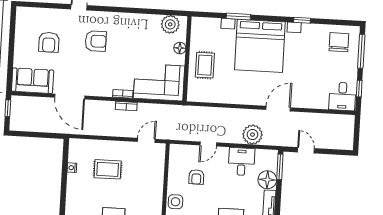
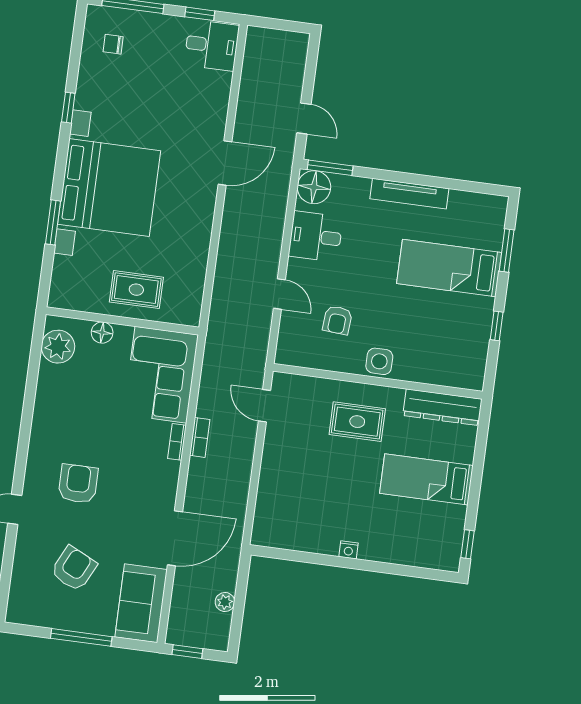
armchair: (49, 42) -> (74, 569), turned -64
chair: (339, 42) -> (113, 44), width x0.54, depth x0.54
window: (11, 49) -> (81, 637), added
door: (278, 109) -> (225, 163), swing flipped
plant: (252, 135) -> (225, 602), moved, width x0.53, depth x0.53
door: (306, 150) -> (304, 119), swing flipped
nightstand: (72, 168) -> (349, 550), moved
rug: (108, 169) -> (357, 422), moved, turned 90
armchair: (196, 177) -> (337, 320), turned 94
floor lamp: (267, 180) -> (314, 187), moved

